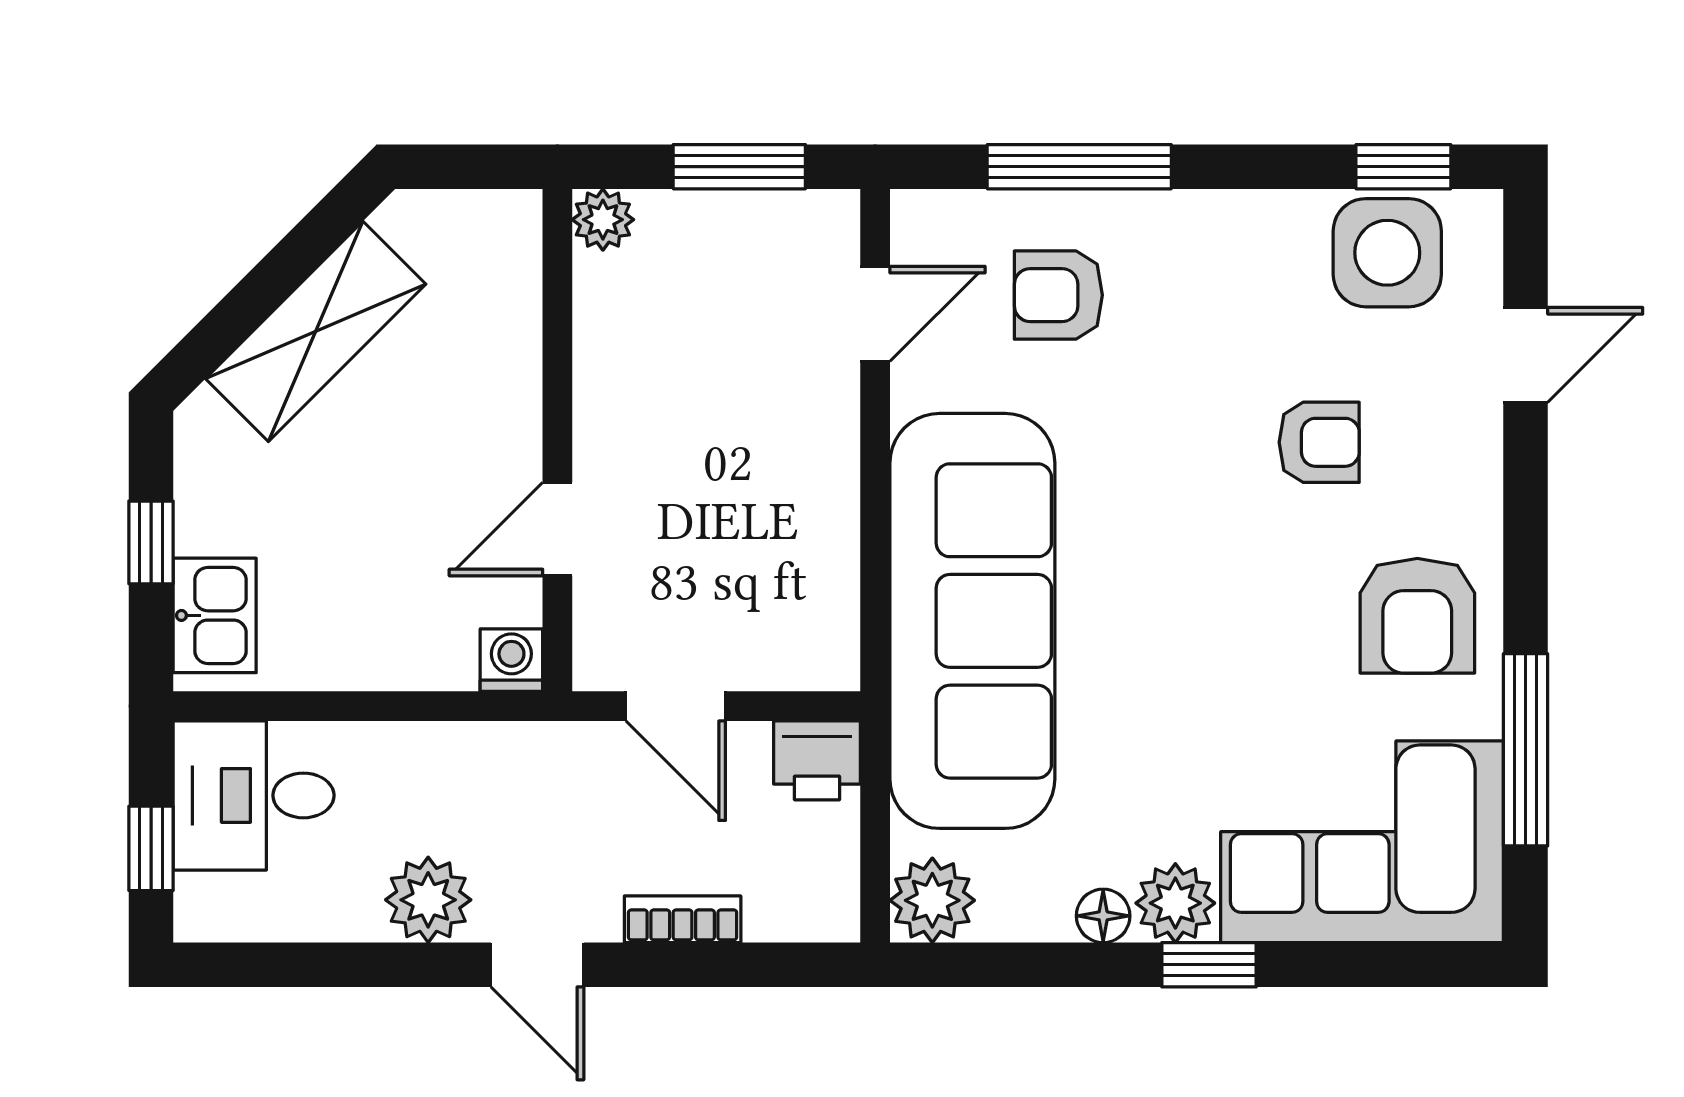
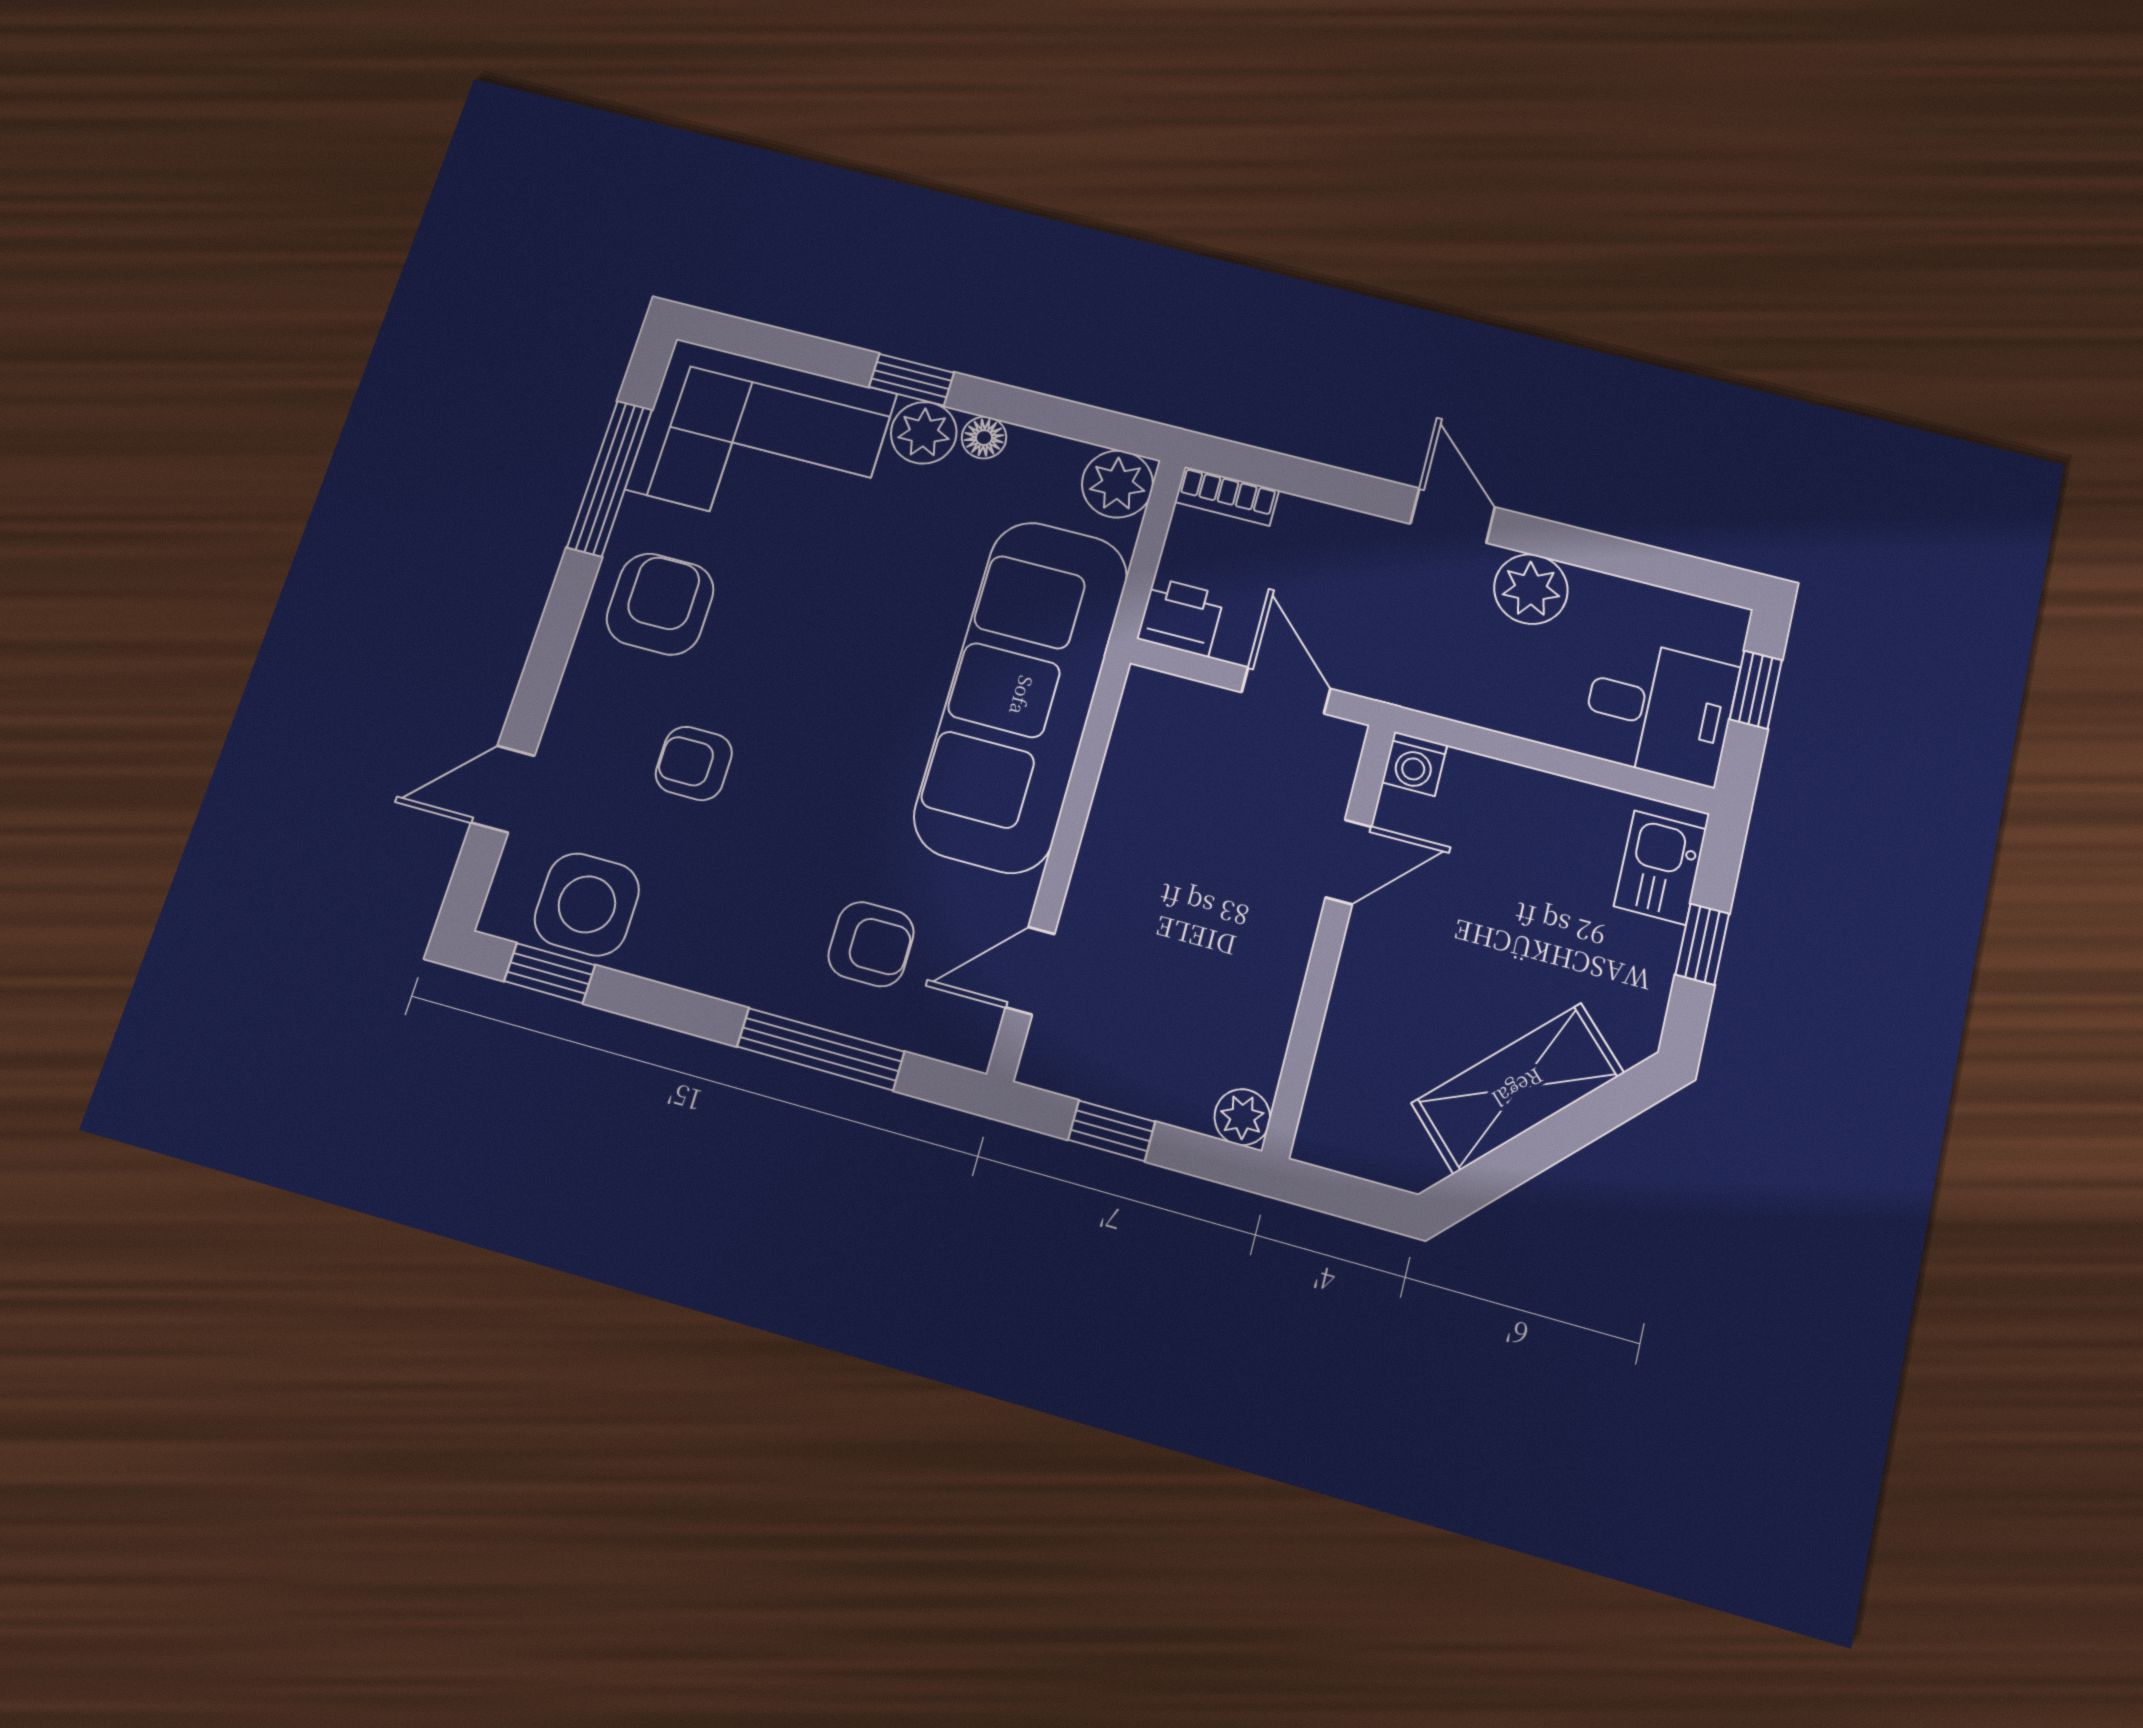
window: (739, 167) -> (1112, 1131), width x0.67
bookcase: (683, 919) -> (1227, 496), moved

